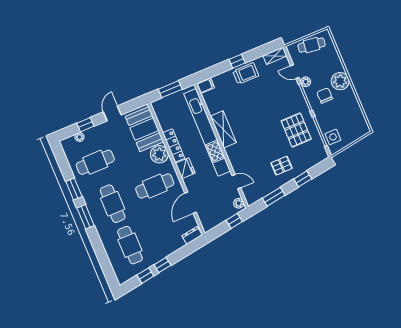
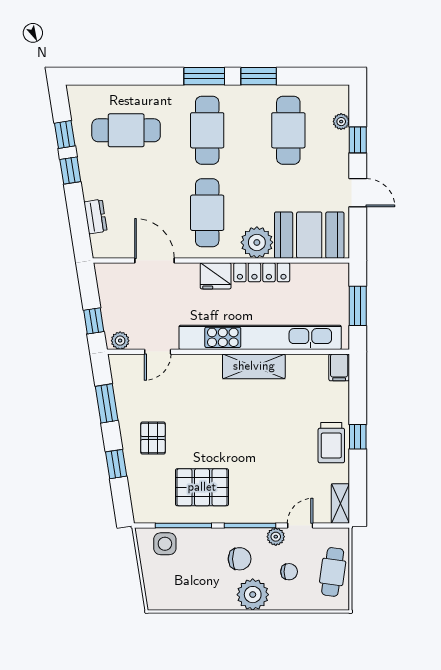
chair: (321, 67) -> (289, 572), added
cafe table: (113, 204) -> (207, 130), turned 90
dresser: (192, 235) -> (95, 217), moved

